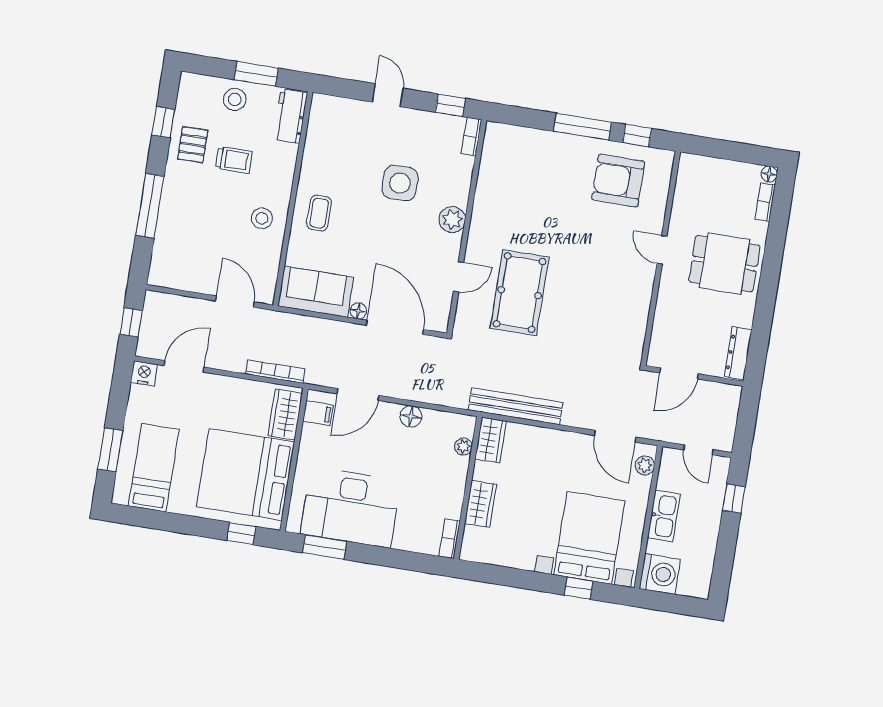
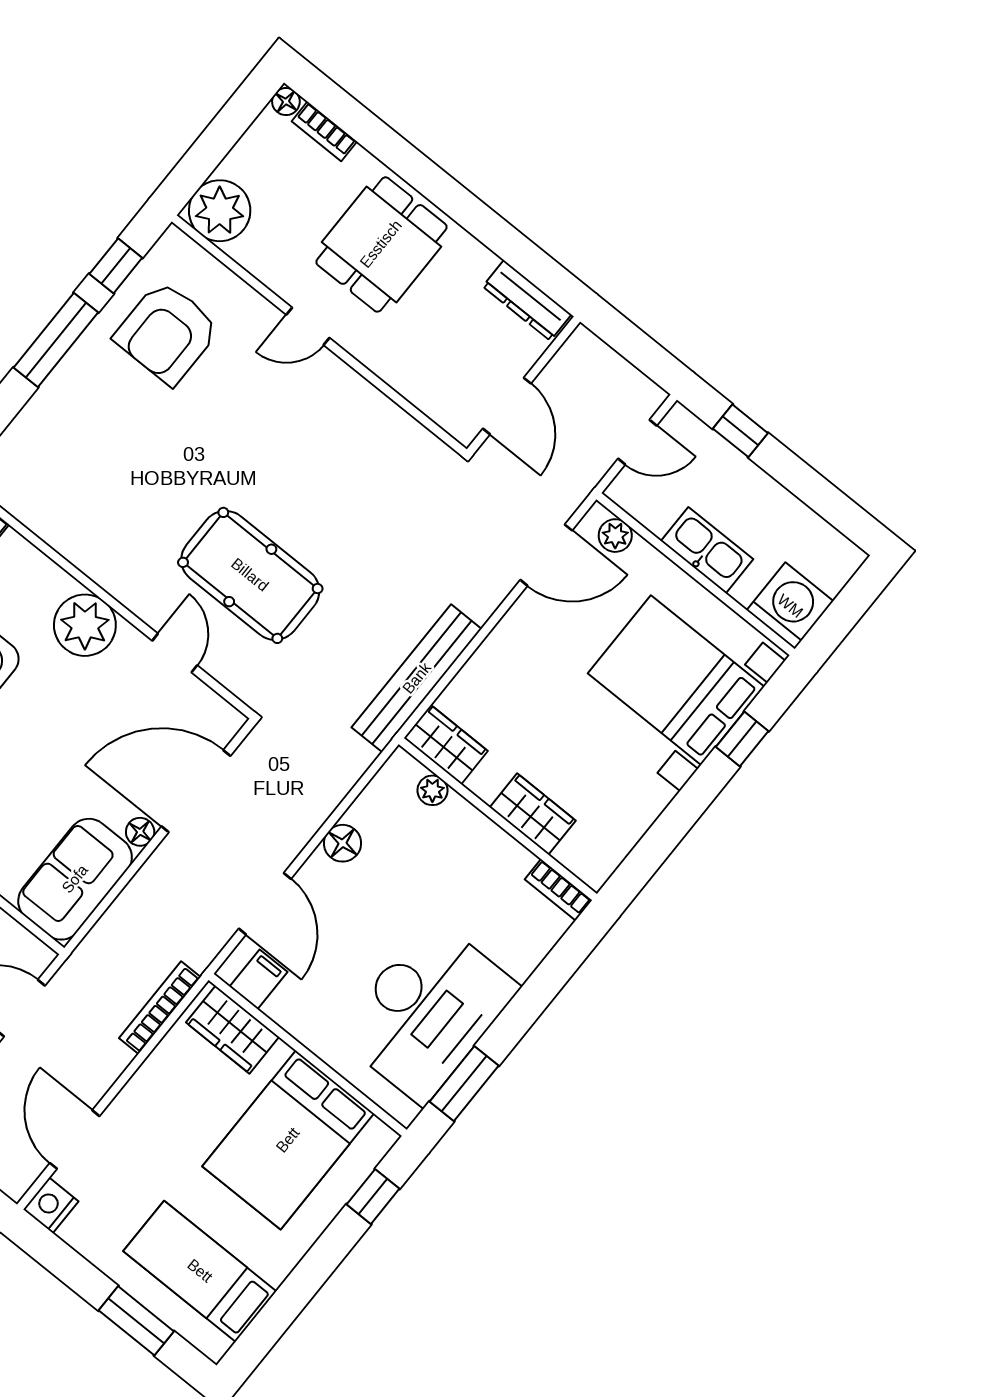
plant: (695, 172) -> (220, 211), added
plant: (452, 220) -> (85, 625), width x1.36, depth x1.36
bed: (245, 474) -> (288, 1140), width x0.73

